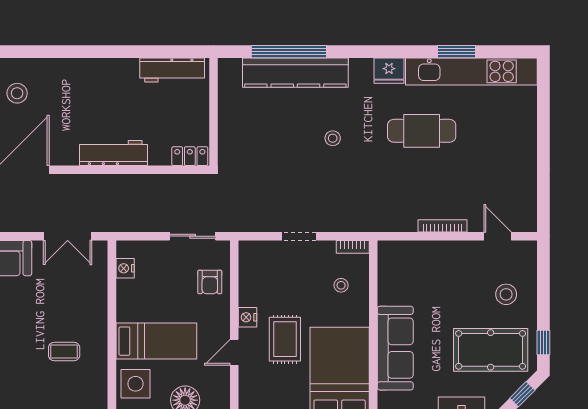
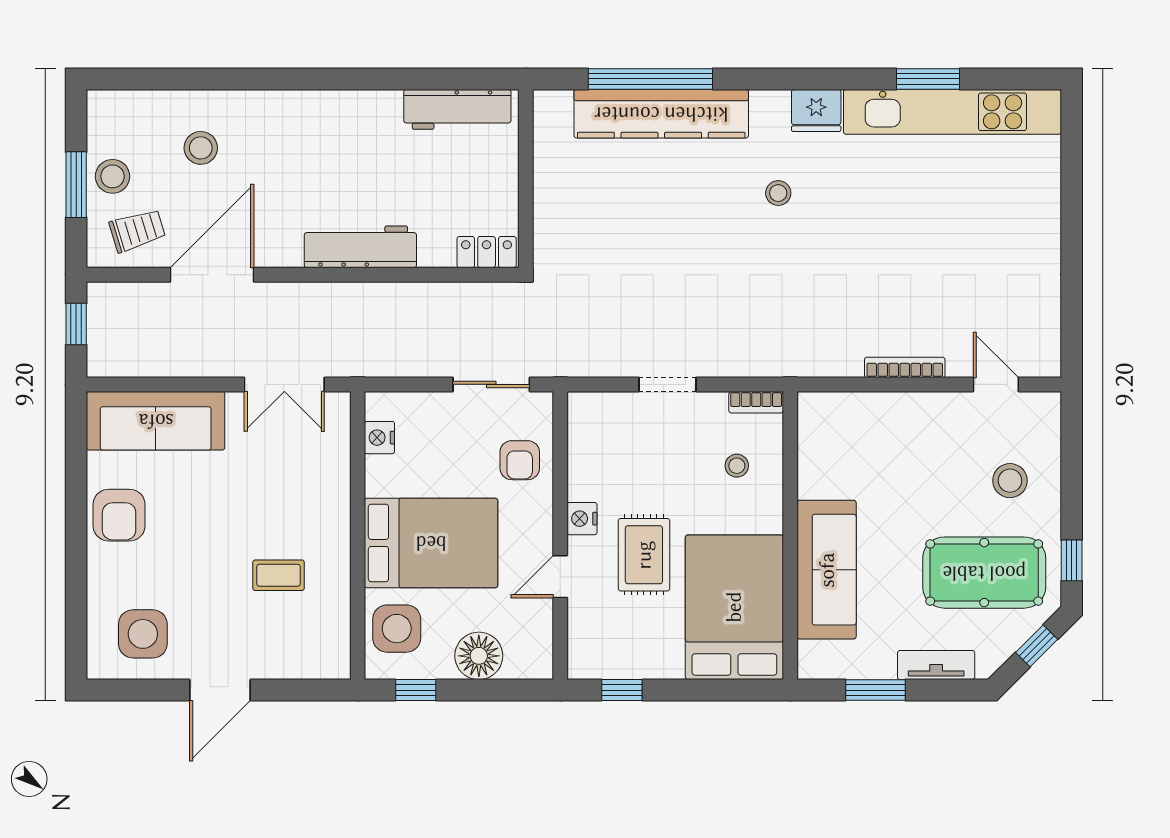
cafe table: (422, 131) -> (870, 210), removed
stool: (333, 138) -> (778, 193), moved
bed: (156, 341) -> (431, 543), width x1.50

